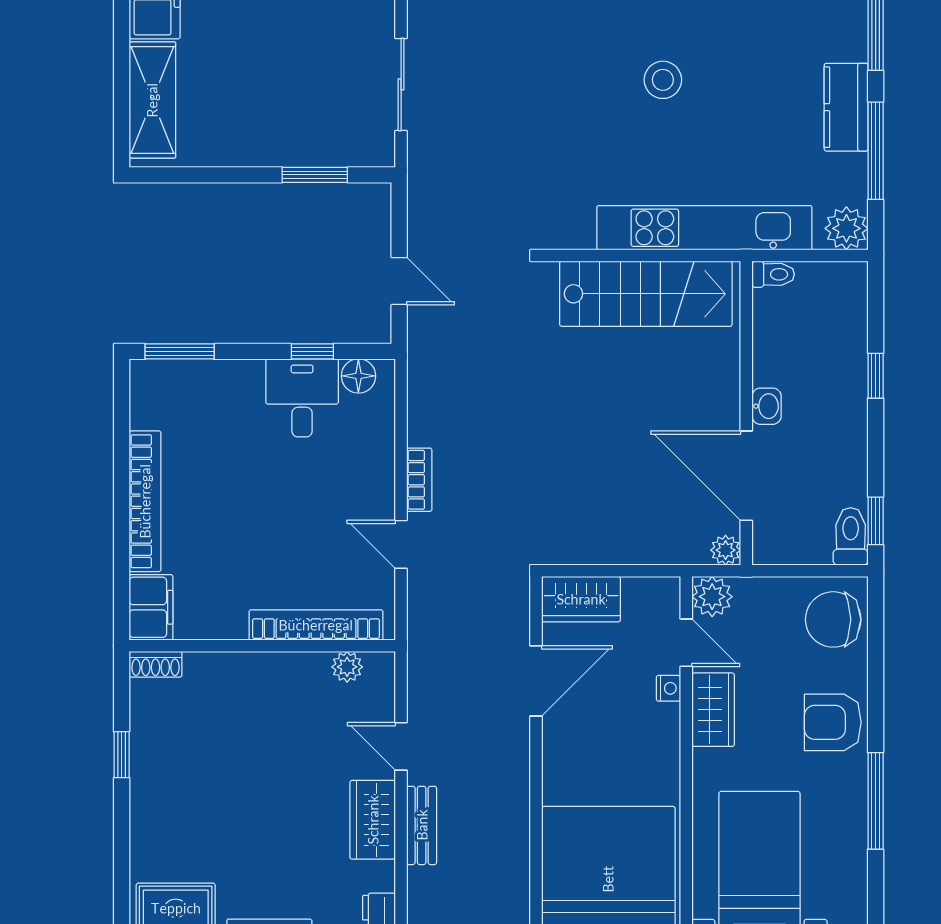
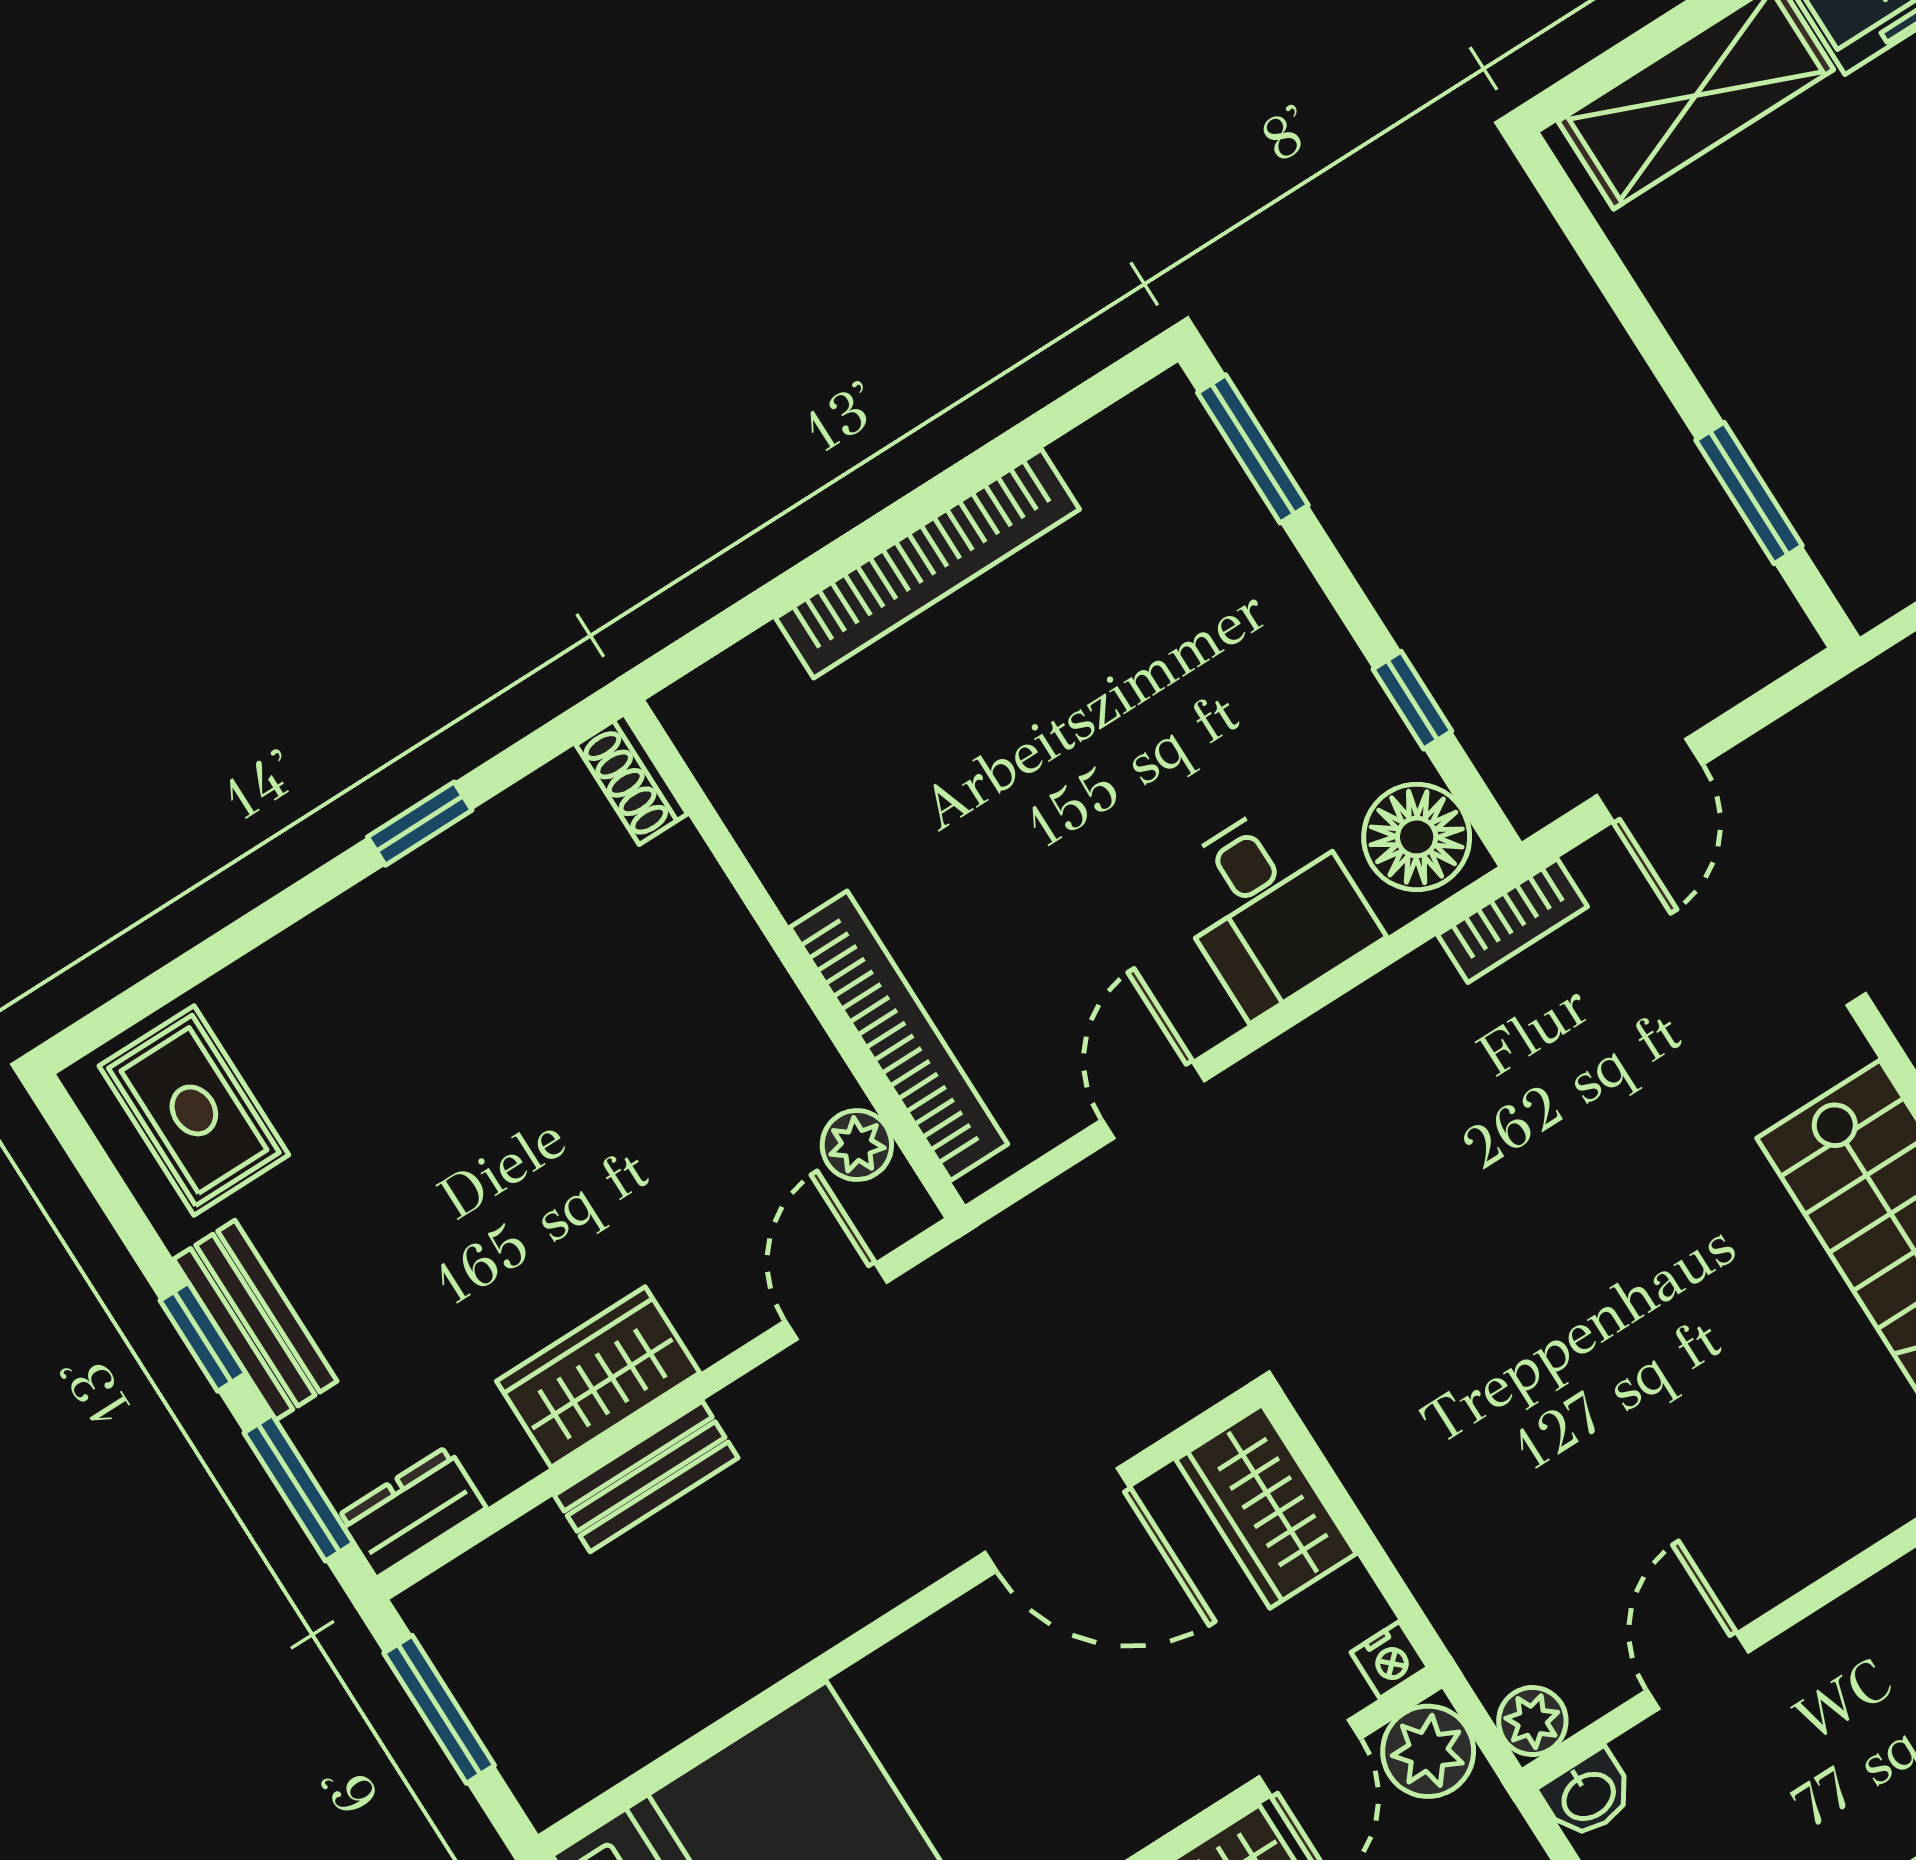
floor lamp: (358, 376) -> (1417, 837), width x1.38, depth x1.38
desk: (302, 398) -> (1271, 906), moved, turned 90
washbasin: (767, 406) -> (1588, 1795), moved
door: (746, 476) -> (1698, 1671), width x0.53
bookcase: (419, 480) -> (1513, 921), moved
filing cabinet: (151, 607) -> (734, 702), removed
nightstand: (668, 688) -> (1390, 1660), moved
door: (401, 746) -> (836, 1301), moved

